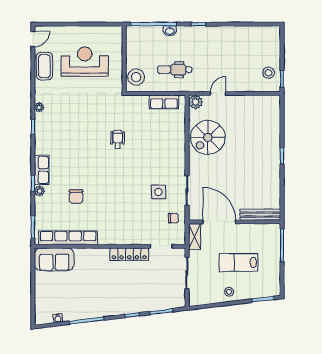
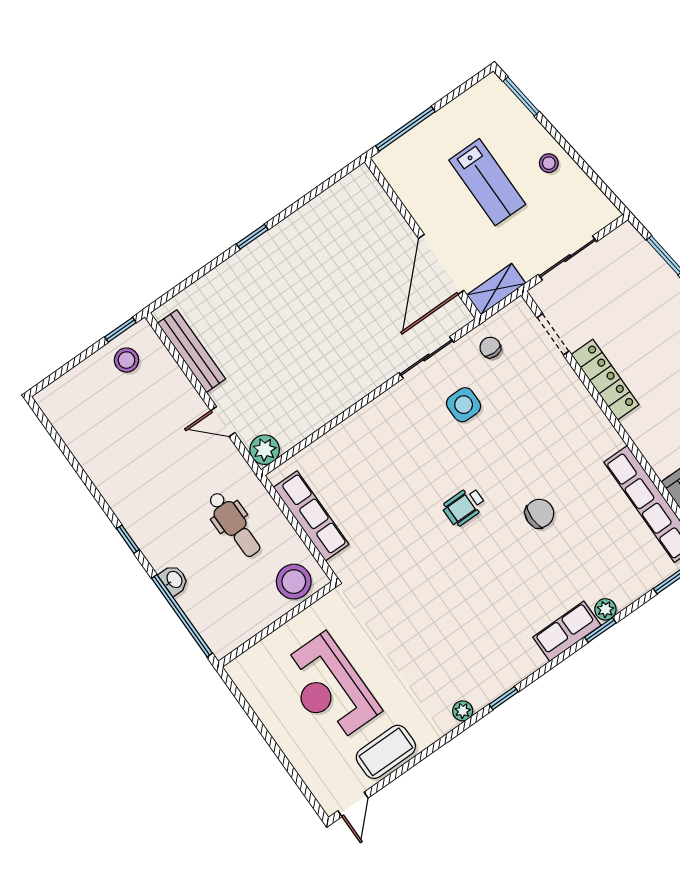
door: (33, 39) -> (353, 804), swing flipped
row of seats: (164, 102) -> (311, 516), width x1.48
spiral stairs: (208, 137) -> (311, 386), removed
wheelchair: (118, 139) -> (464, 506), moved
chair: (76, 196) -> (539, 513), moved
bench: (260, 215) -> (192, 351), moved

